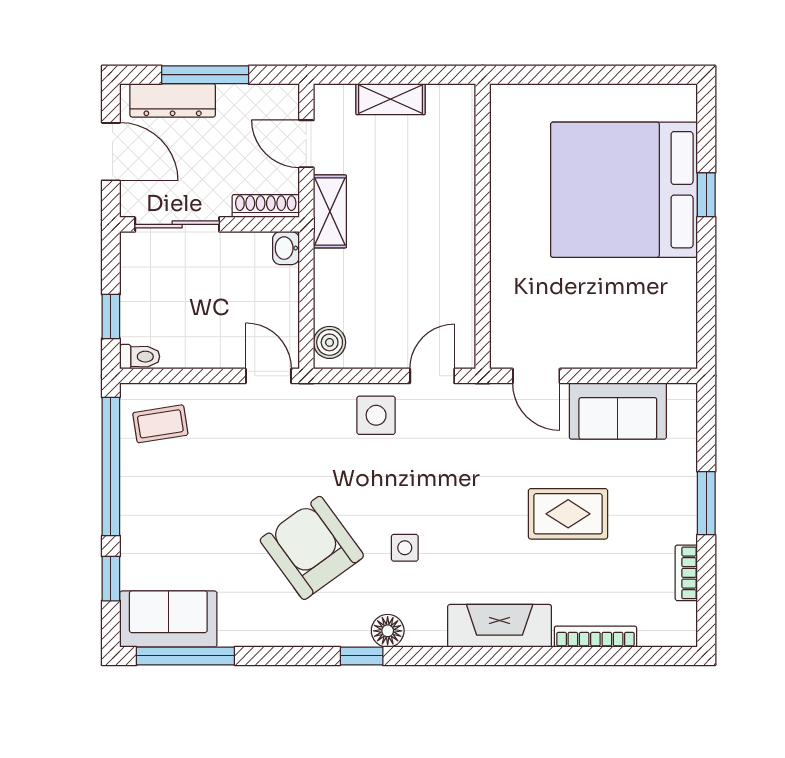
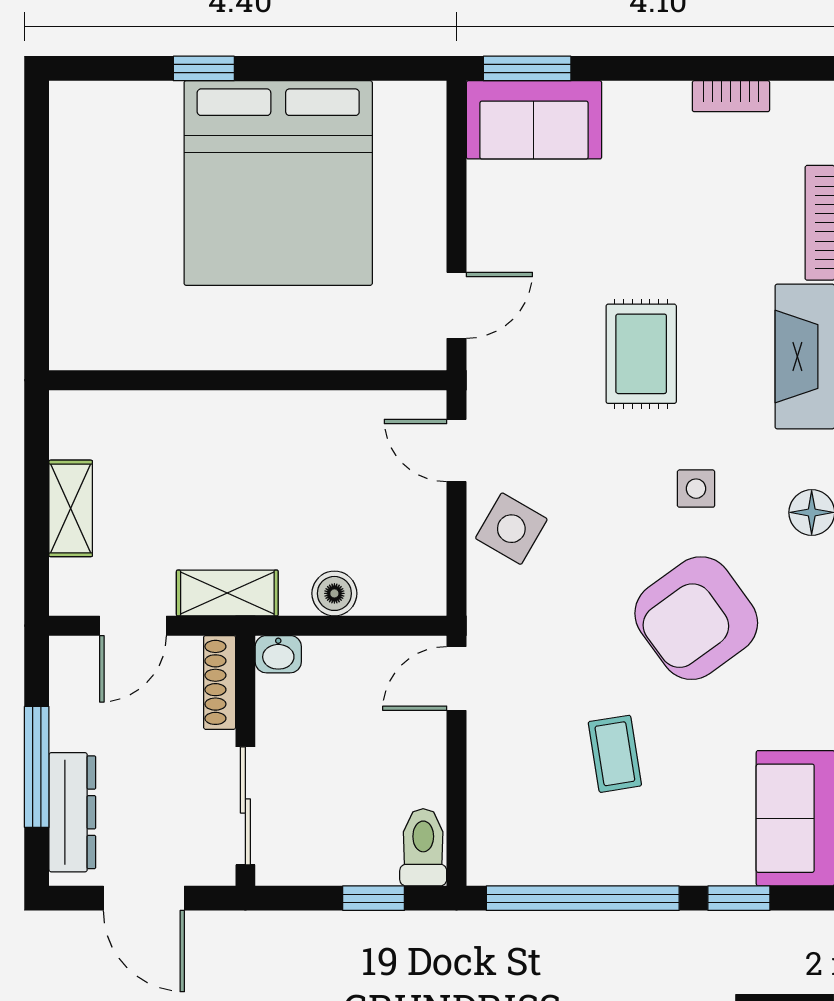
door: (111, 152) -> (144, 898), swing flipped
bed: (624, 190) -> (278, 183), moved
boiler: (330, 342) -> (334, 593), moved
toilet: (140, 357) -> (423, 847), width x1.37, depth x1.39
sofa: (618, 411) -> (534, 120), moved, turned 90
side table: (376, 415) -> (511, 529), turned 30
coffee table: (160, 424) -> (615, 754), moved
window: (706, 503) -> (527, 68), moved
rug: (568, 514) -> (641, 354), moved

